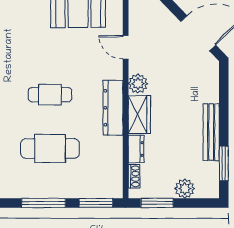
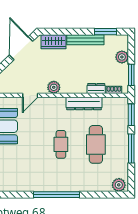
dresser: (113, 108) -> (84, 104), moved
wardrobe: (139, 115) -> (53, 42), moved, turned 180

